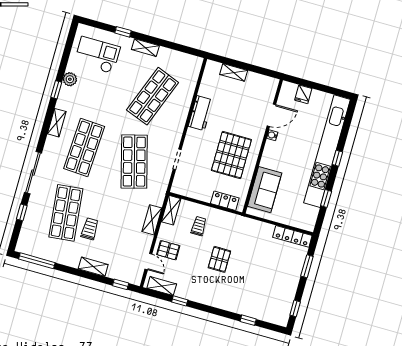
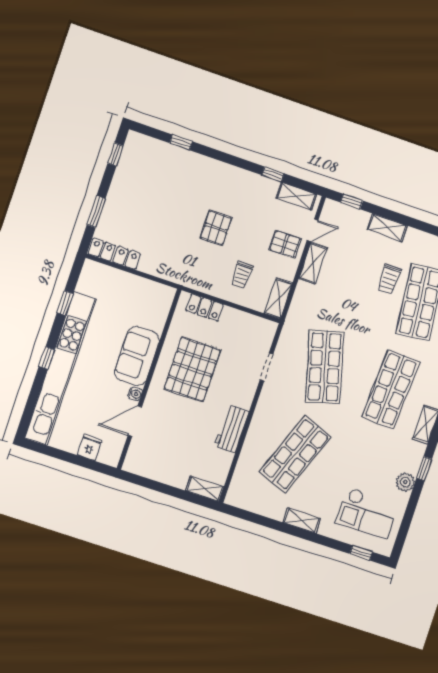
window: (123, 32) -> (361, 553), moved
shelving: (234, 72) -> (205, 489), moved
sofa: (265, 190) -> (137, 356), moved
shelving: (152, 220) -> (313, 263), moved
door: (148, 262) -> (313, 230), swing flipped

